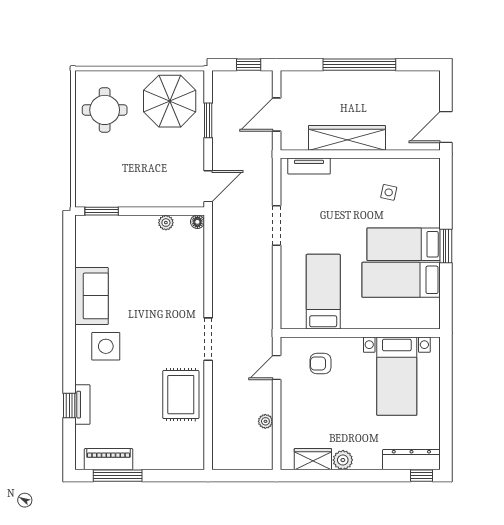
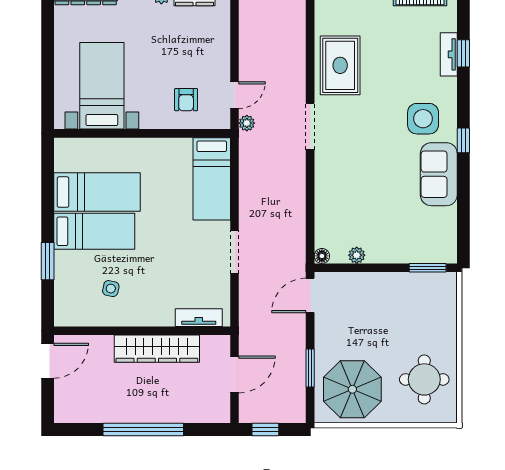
window: (446, 246) -> (48, 261), moved
bed: (323, 292) -> (212, 179), moved
window: (69, 327) -> (463, 140), added
armchair: (321, 364) -> (186, 100), turned 90
plant: (265, 421) -> (247, 123), moved

